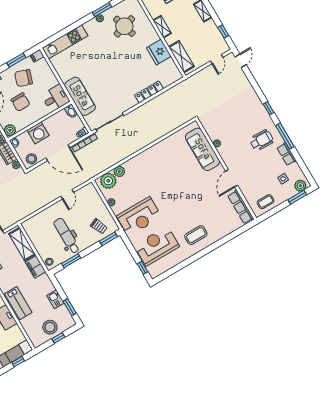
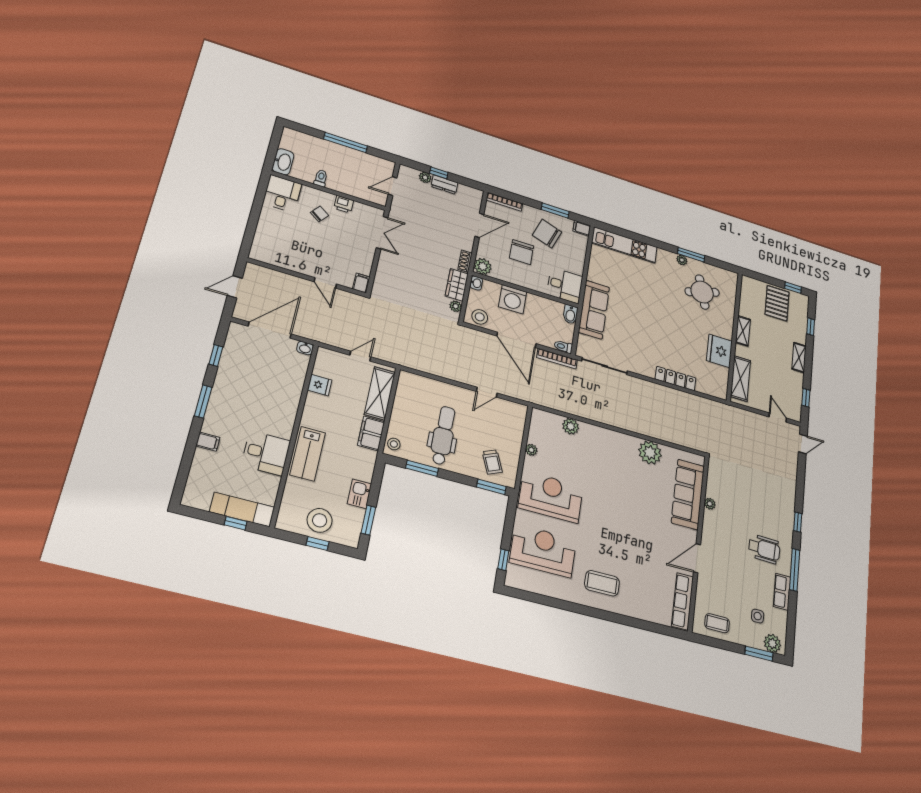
door: (217, 59) -> (778, 418), swing flipped
plant: (108, 181) -> (650, 453), moved
reception desk: (139, 216) -> (551, 497), turned 180

